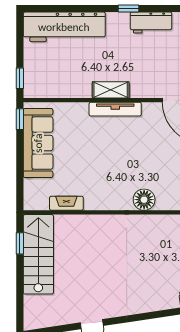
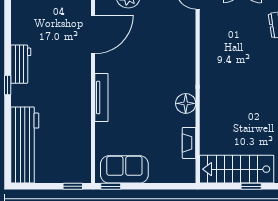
shelving: (111, 90) -> (83, 102), removed
sofa: (38, 143) -> (124, 169), width x0.73
floor lamp: (144, 200) -> (186, 103), moved
window: (20, 243) -> (251, 186), moved

